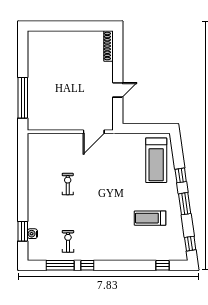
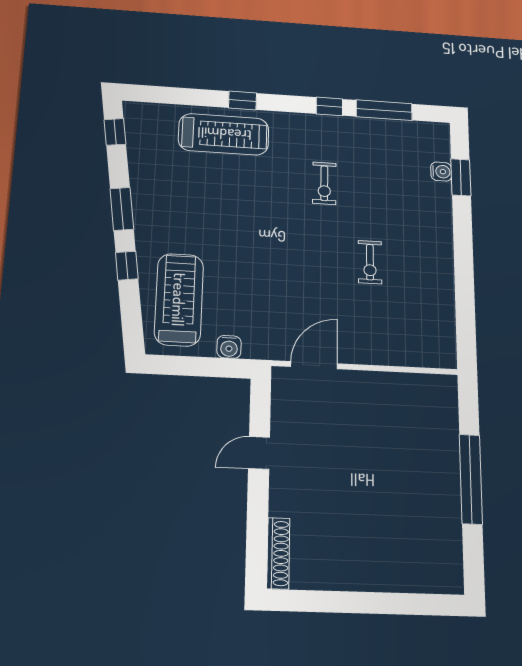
window: (23, 98) -> (471, 479), moved
water cooler: (133, 139) -> (229, 347), added
treadmill: (150, 218) -> (224, 134), moved, width x1.37, depth x1.38
exercise bike: (68, 241) -> (324, 183), moved
window: (162, 265) -> (243, 100), moved

